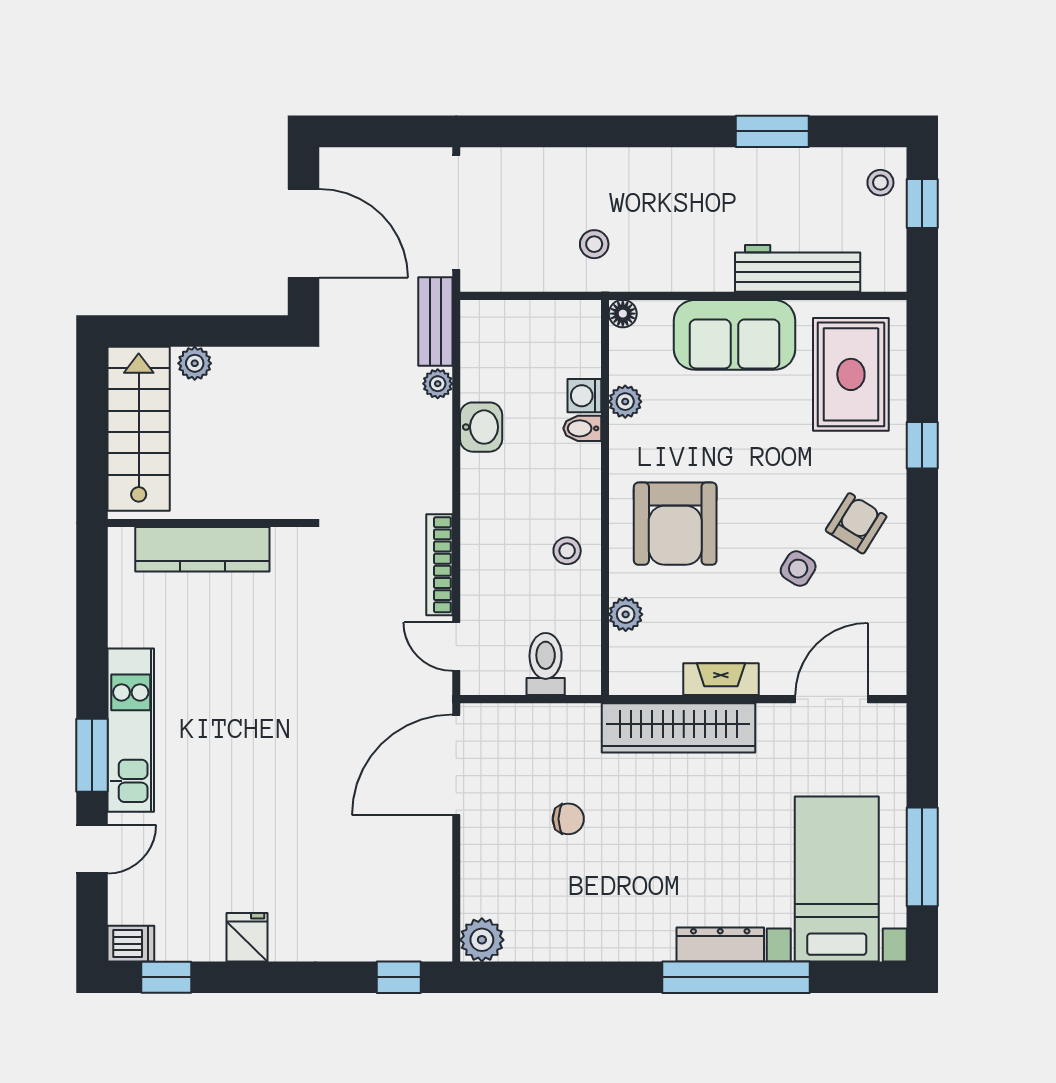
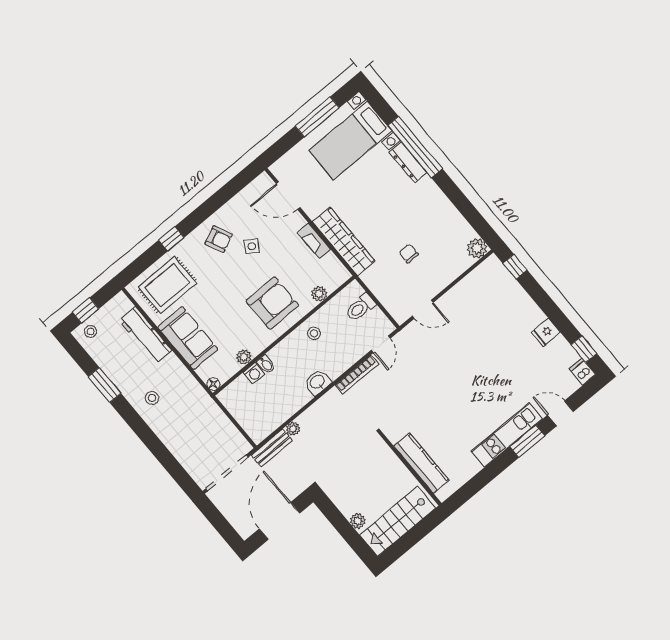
stool: (594, 244) -> (152, 398), moved
washbasin: (481, 427) -> (318, 382), moved
armchair: (856, 523) -> (219, 239), turned -147
door: (456, 765) -> (423, 309), width x0.53

